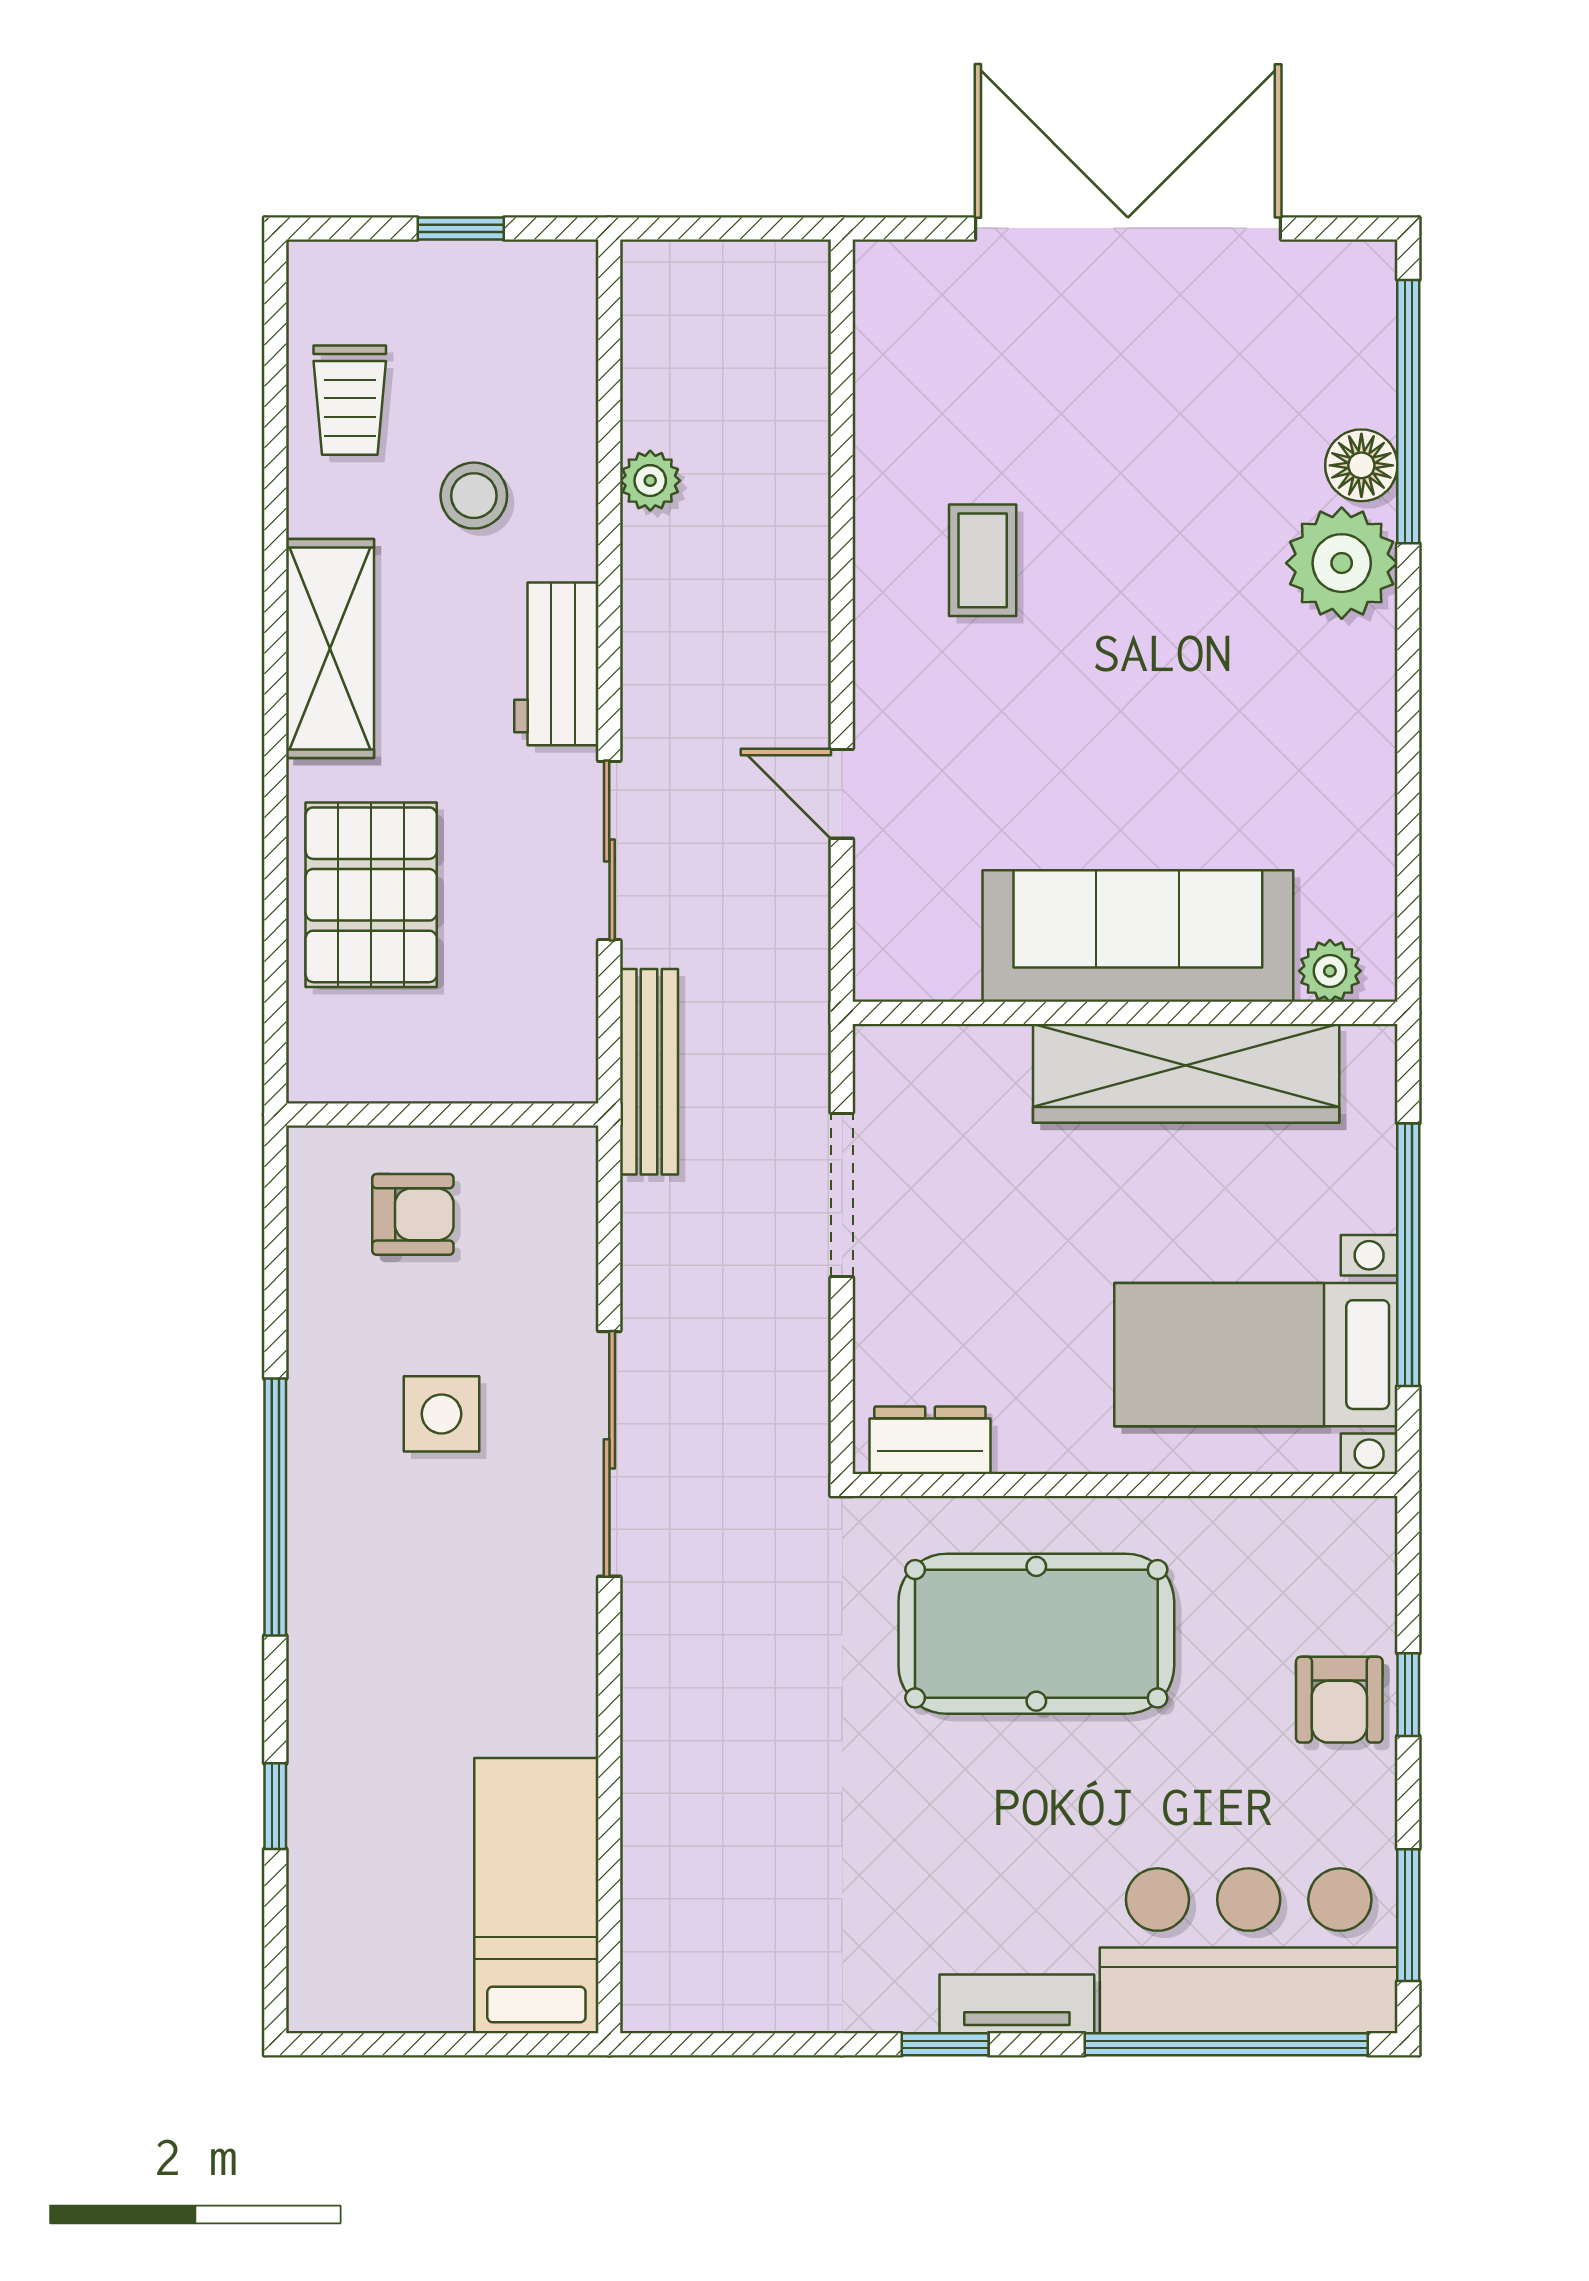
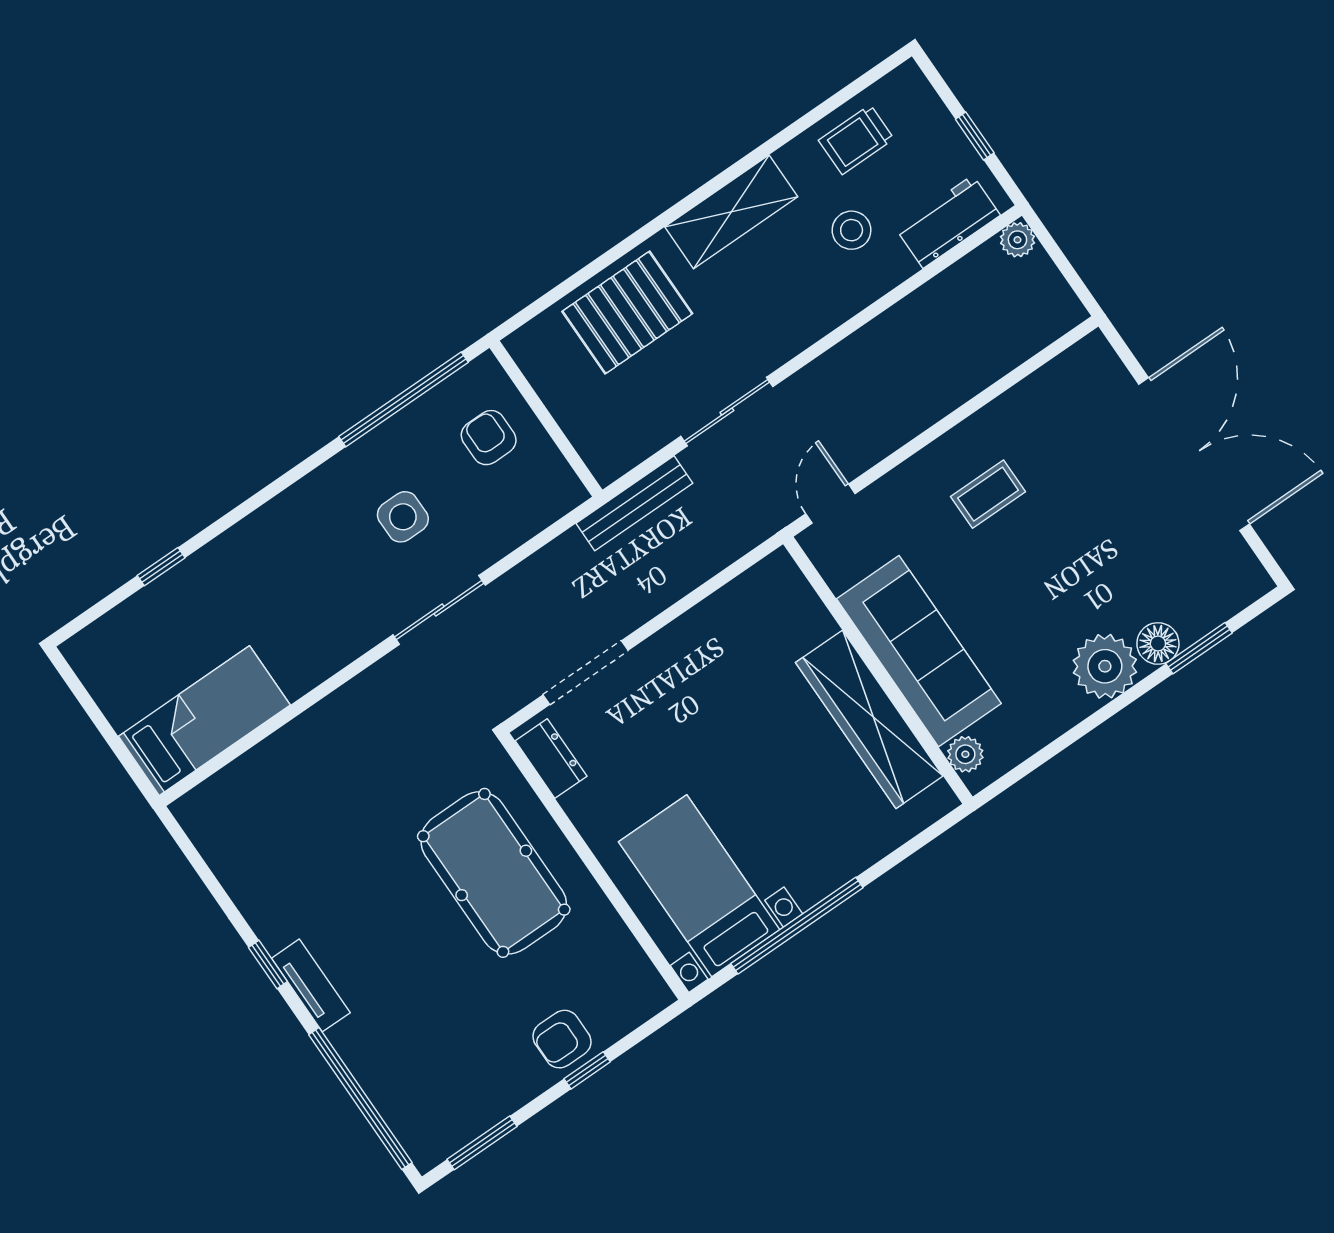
window: (1408, 412) -> (1199, 648), width x0.47
plant: (650, 481) -> (1017, 240), moved
workbench: (556, 664) -> (948, 222), moved
sofa: (1138, 936) -> (919, 651), moved
plant: (1330, 971) -> (965, 754), moved
wall: (1125, 1013) -> (878, 670), moved
wardrobe: (1186, 1073) -> (869, 719), moved
doorway: (842, 1195) -> (586, 673), moved
armchair: (413, 1214) -> (489, 438), turned 180
sliding door: (609, 1454) -> (439, 610), width x0.73
window: (275, 1507) -> (404, 399), moved
bar counter: (1249, 1951) -> (412, 1078), removed

